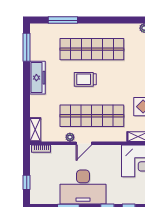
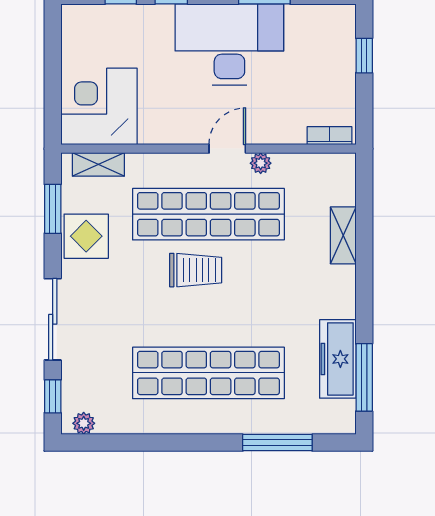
freezer: (38, 78) -> (338, 359), moved
trolley: (85, 79) -> (196, 270), moved
shelving: (35, 130) -> (343, 235), moved

